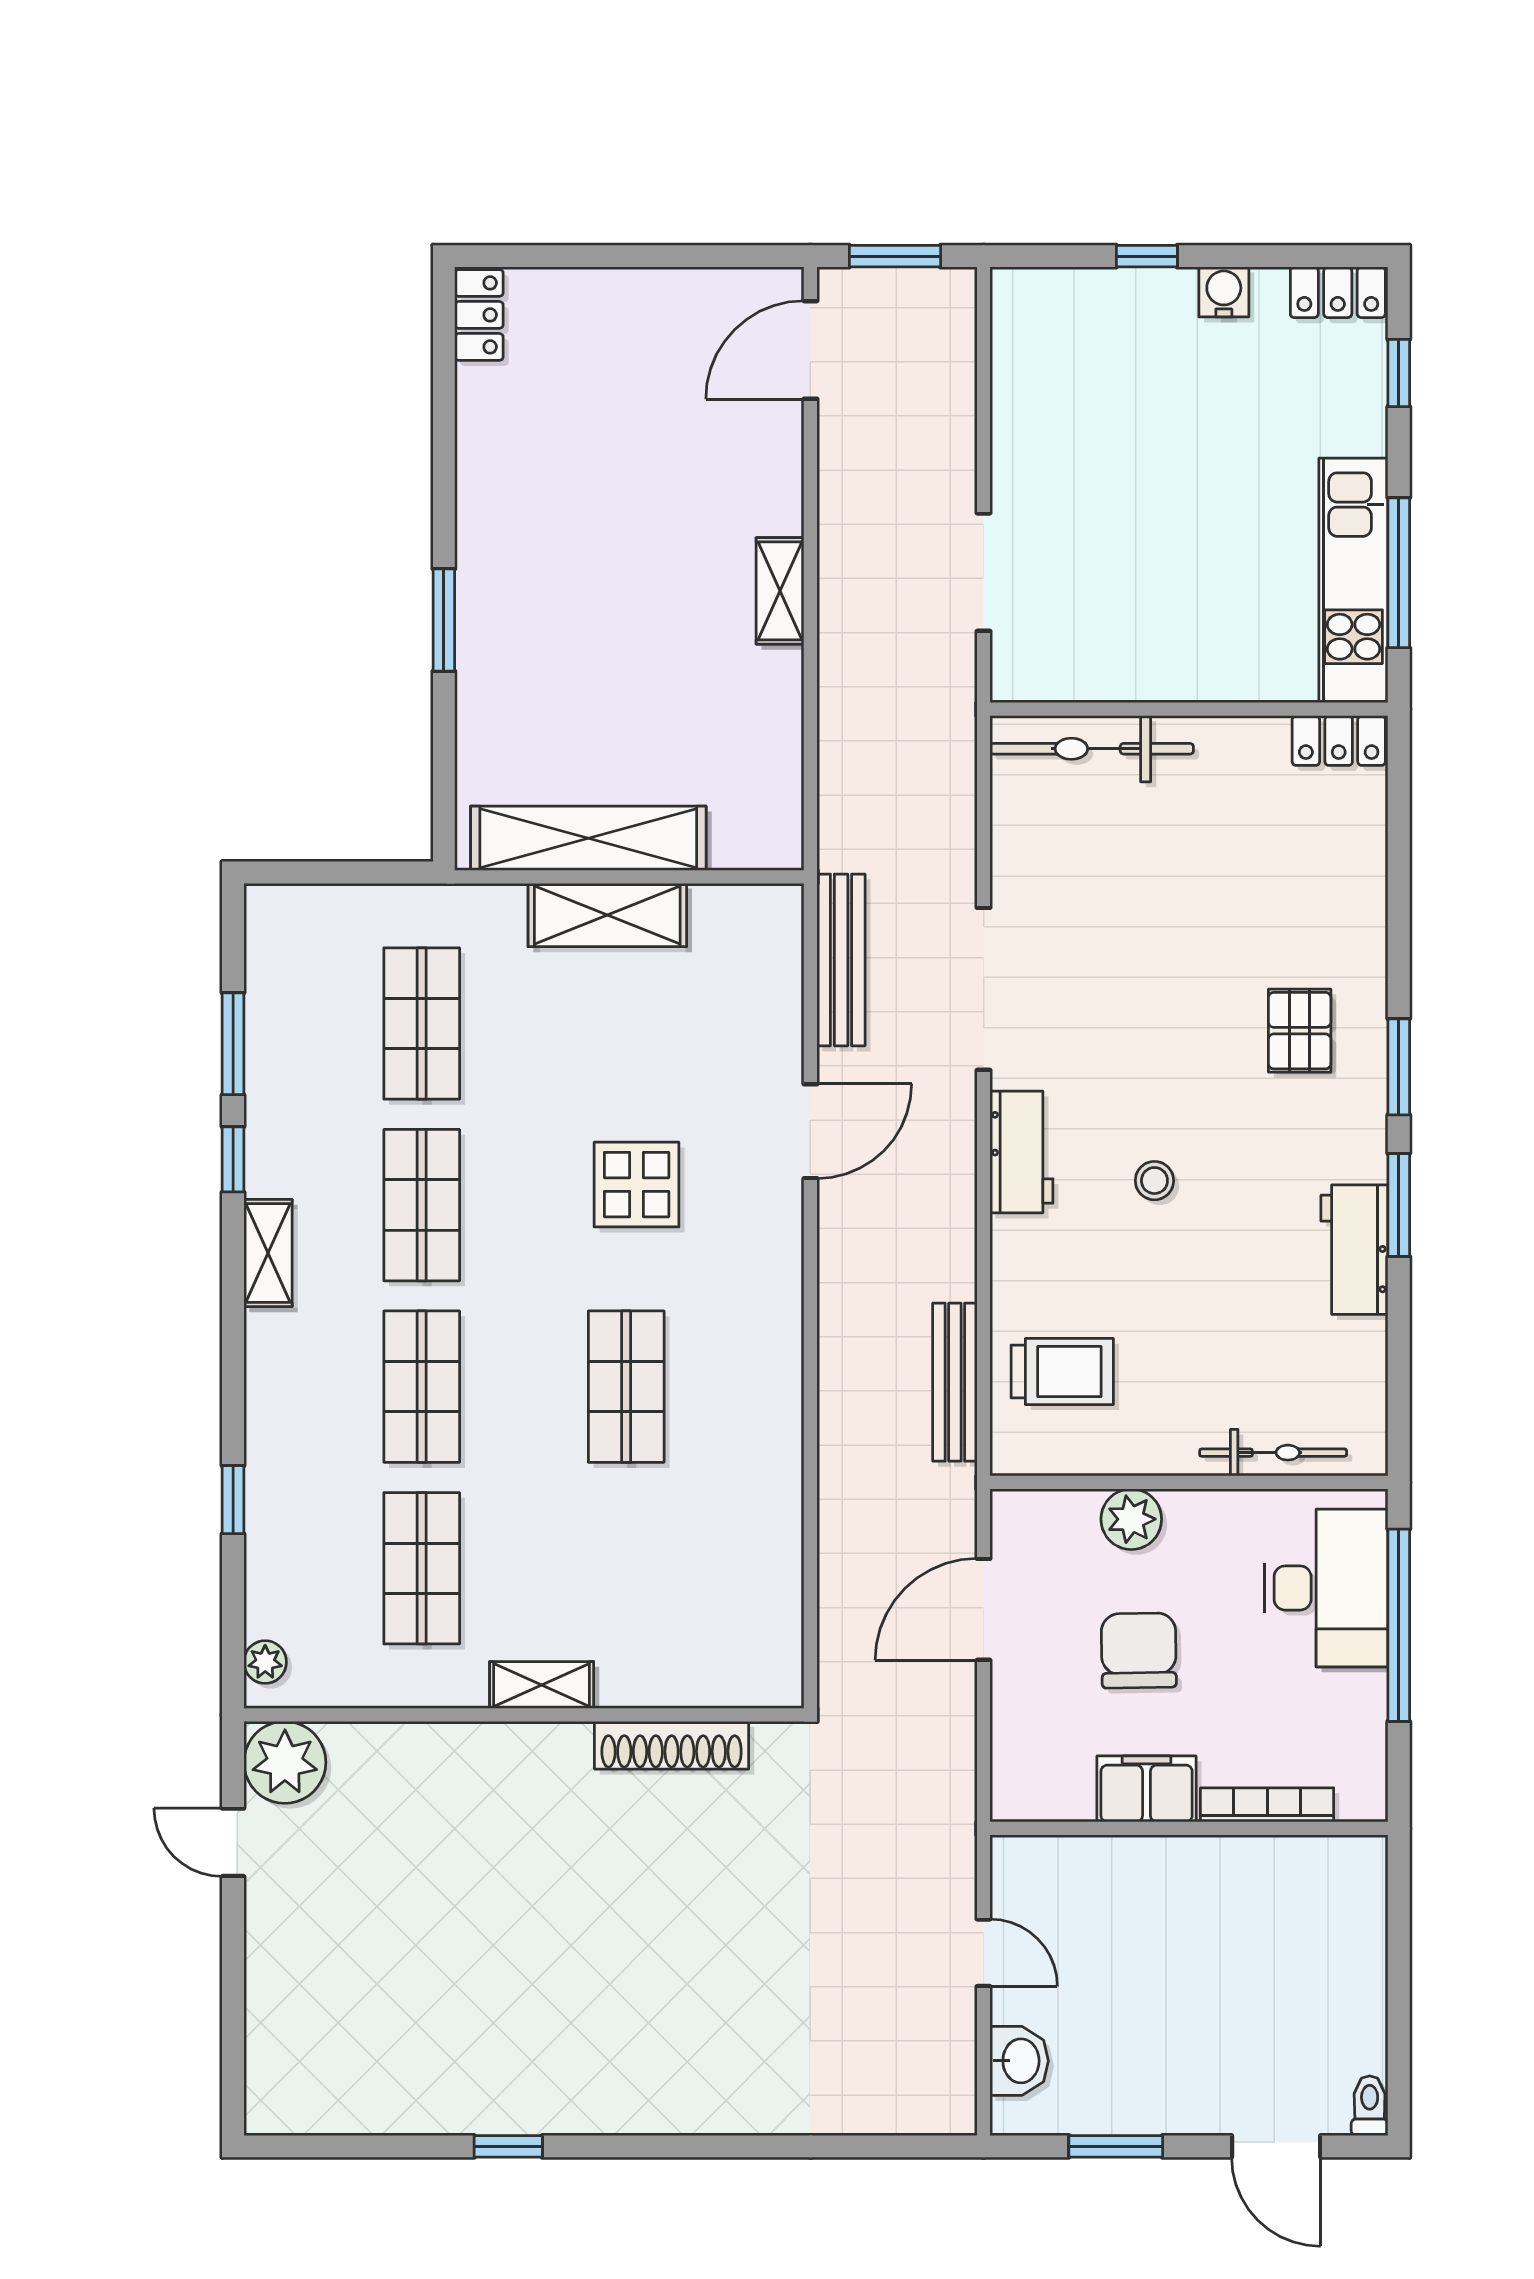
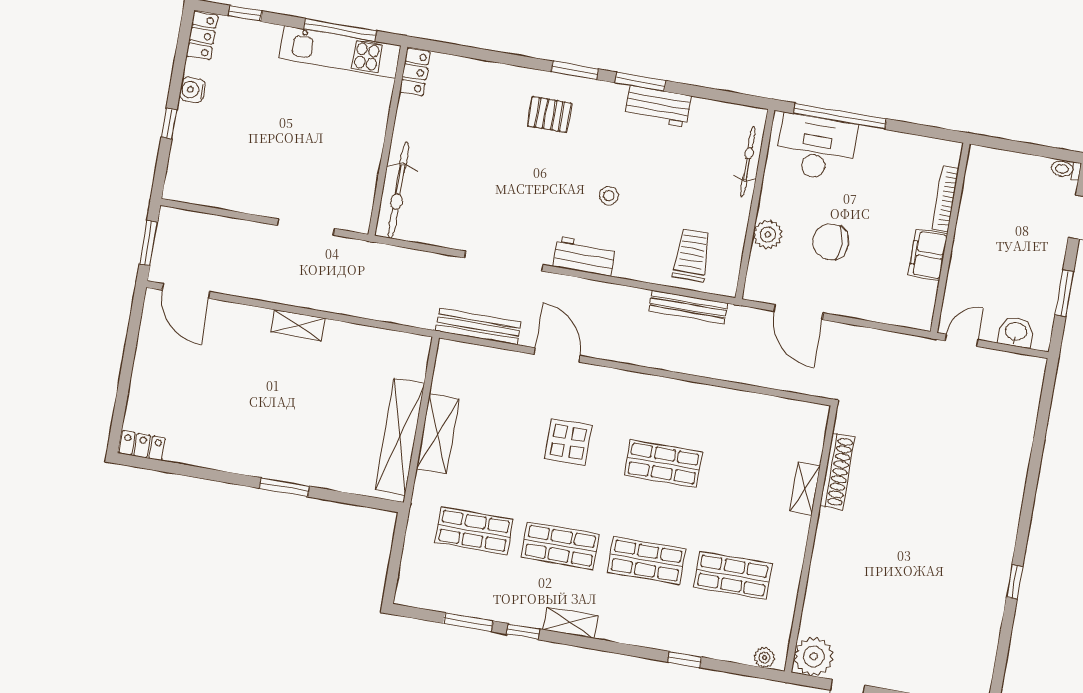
shelving: (542, 1685) -> (805, 489), moved
filing cabinet: (1147, 1789) -> (928, 255), moved
bookcase: (1267, 1805) -> (945, 199), moved
wall: (1189, 1828) -> (950, 238), moved

